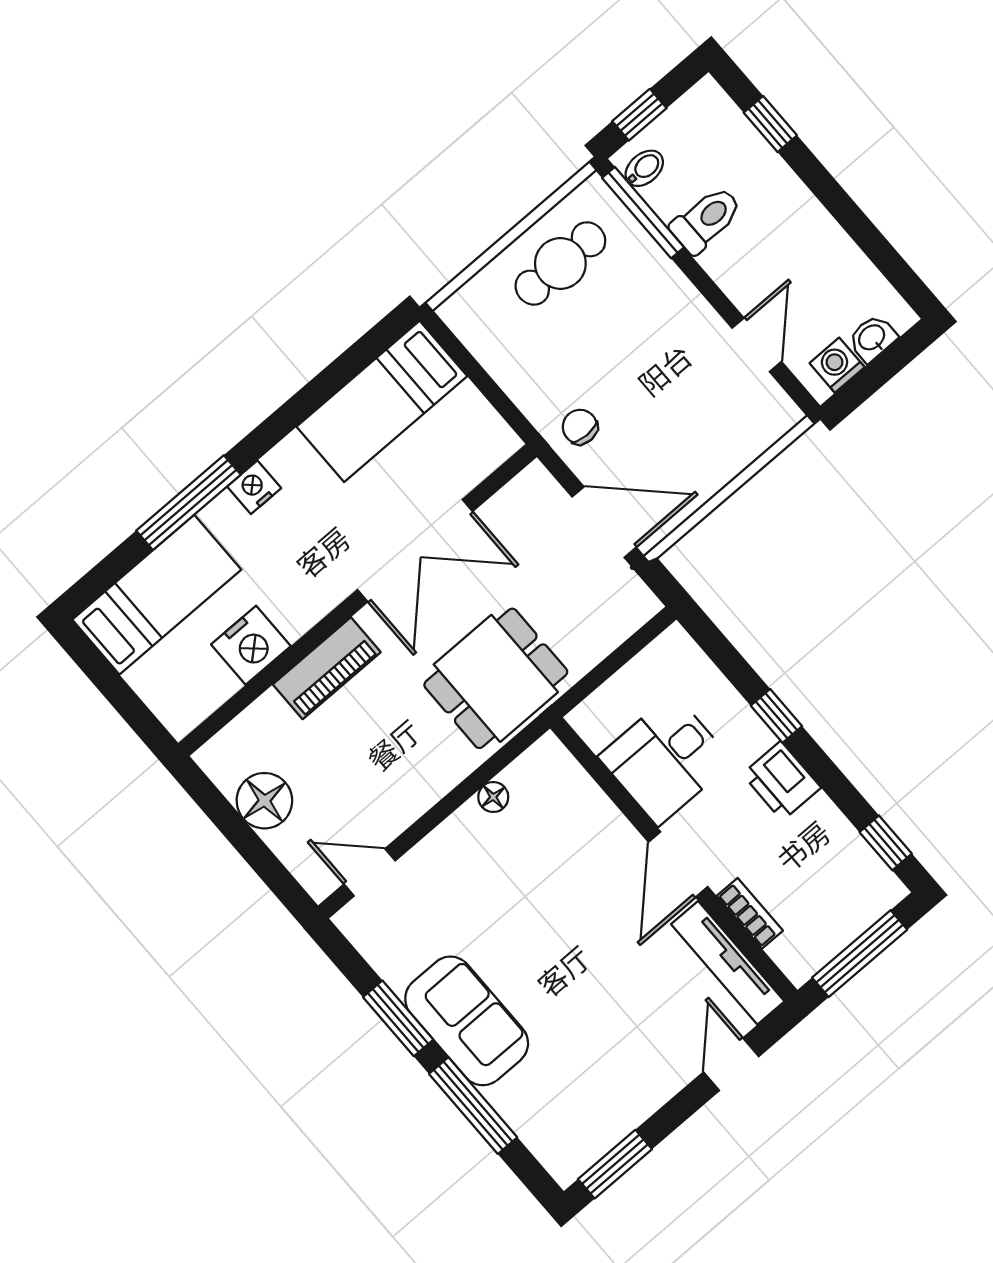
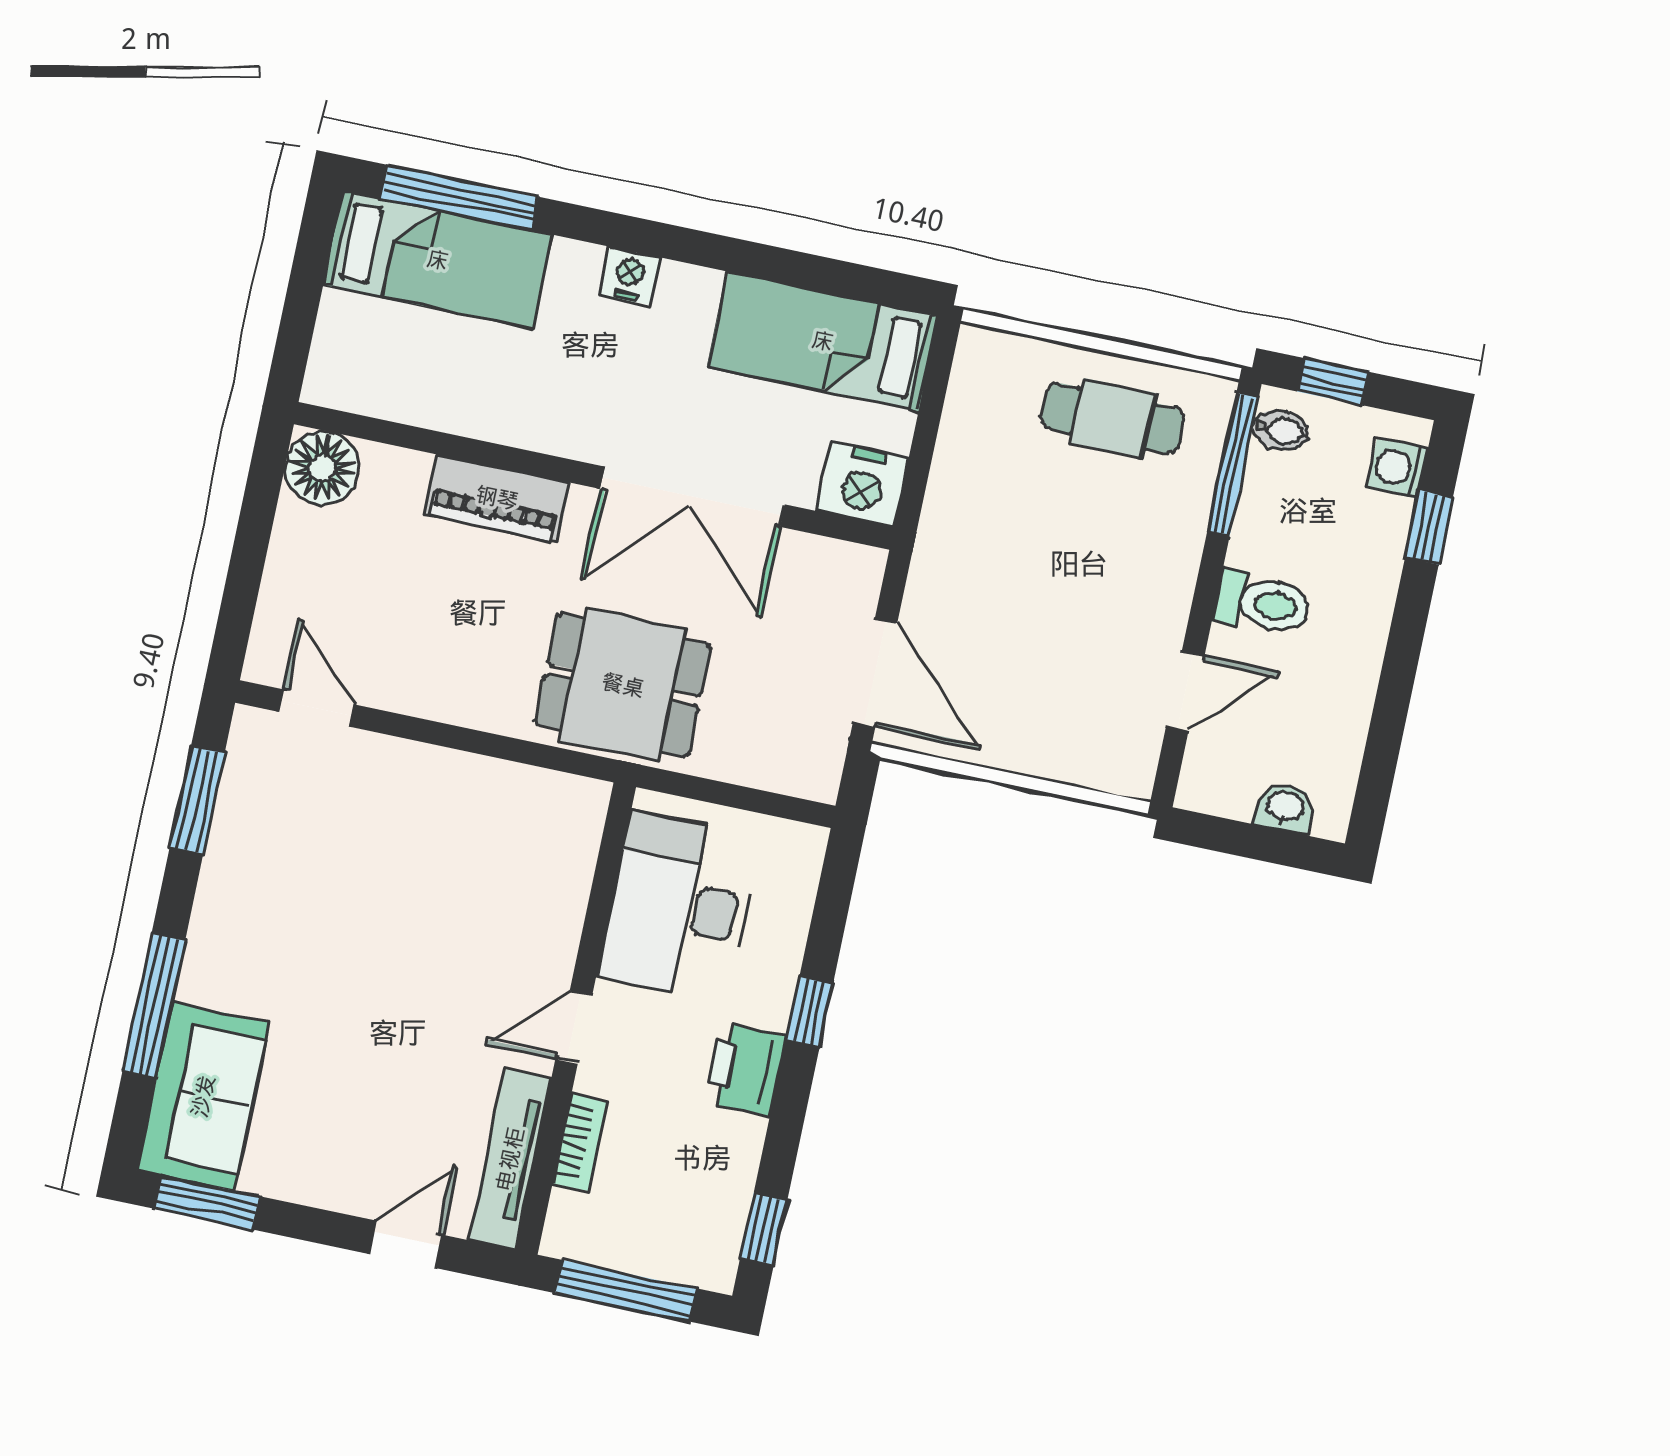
toilet: (706, 220) -> (1262, 603), moved
washing machine: (837, 365) -> (1398, 468), moved, turned -90
chair: (580, 427) -> (956, 571), removed
window: (188, 503) -> (459, 198), moved
nightstand: (251, 645) -> (863, 485), moved
desk: (665, 759) -> (679, 906), width x1.37
floor lamp: (493, 797) -> (496, 778), removed
floor lamp: (264, 801) -> (322, 468), moved
door: (678, 864) -> (574, 1027), width x0.73
window: (398, 1018) -> (197, 800), moved
sofa: (467, 1021) -> (203, 1096), moved

